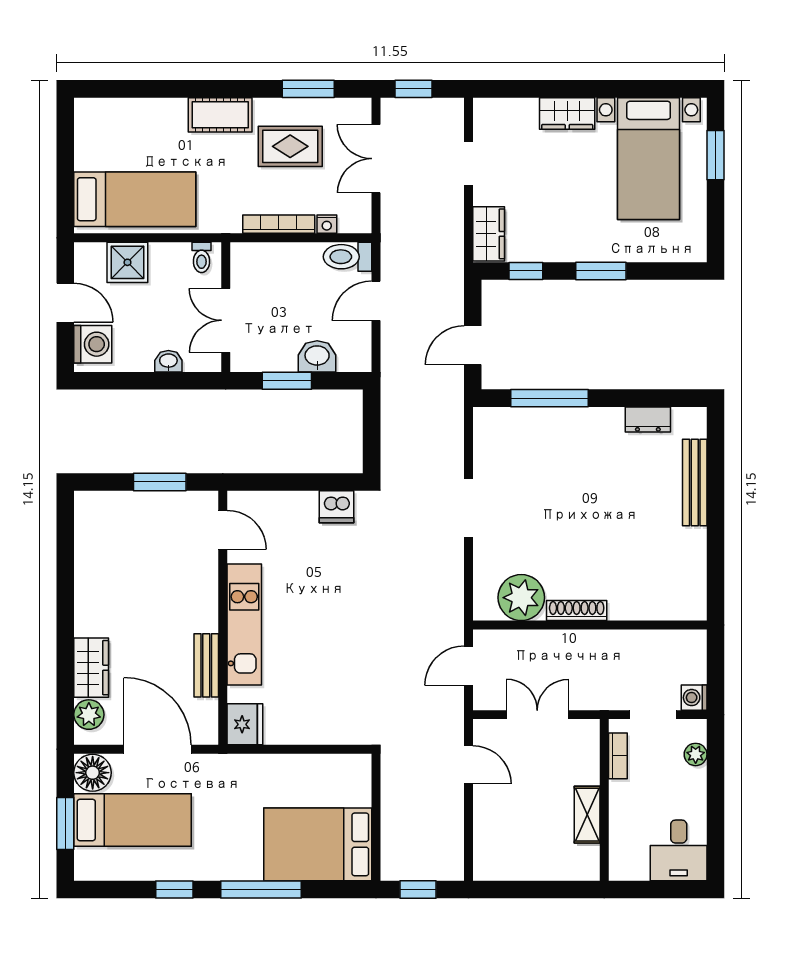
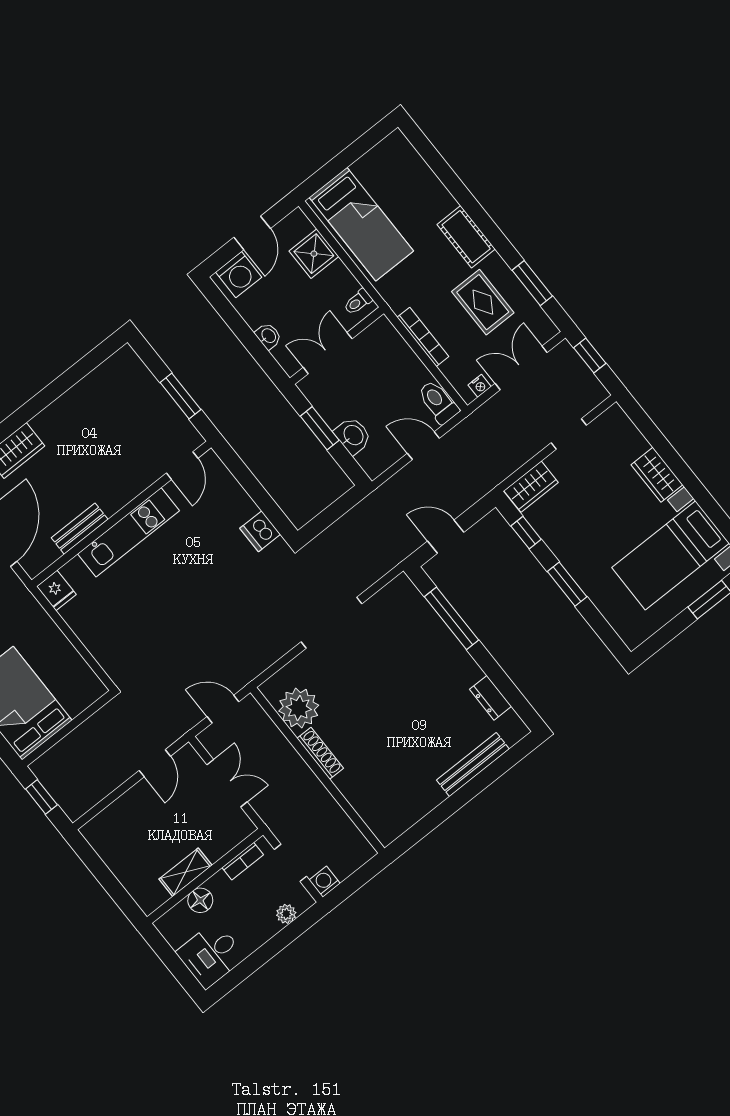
nightstand: (327, 224) -> (480, 386), moved, turned -90
doorway: (468, 508) -> (332, 623), width x1.36
fridge: (245, 724) -> (56, 590), width x0.72
floor lamp: (623, 821) -> (200, 900), added

